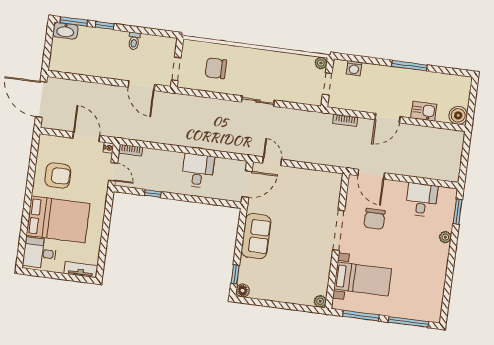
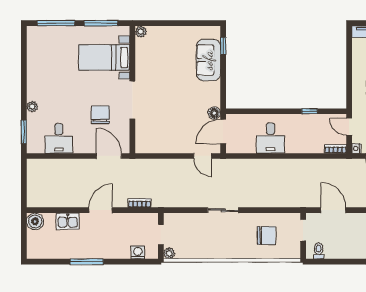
toilet: (134, 41) -> (319, 251), moved
sofa: (256, 236) -> (208, 60), moved
floor lamp: (243, 291) -> (214, 113), moved

